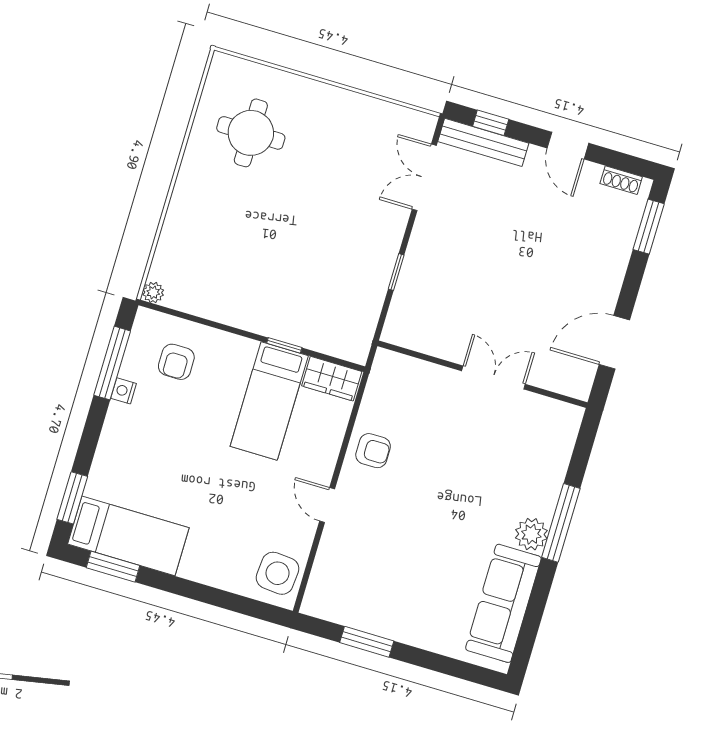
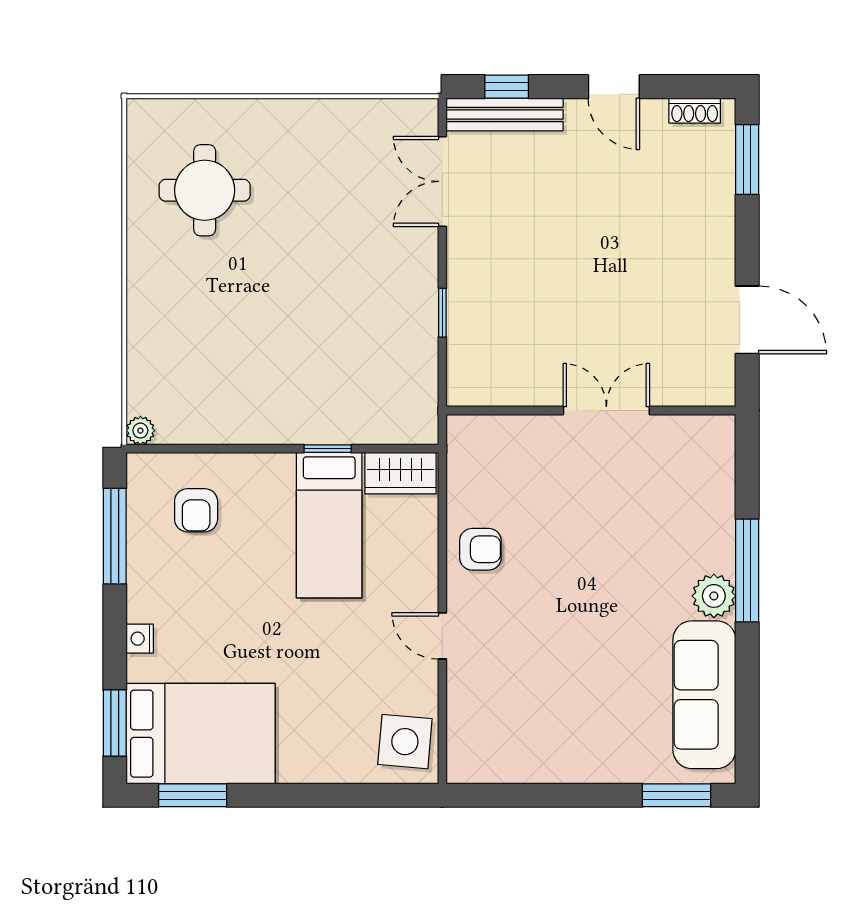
door: (614, 342) -> (747, 320), swing flipped
nightstand: (124, 391) -> (140, 639), moved
bed: (128, 536) -> (201, 734), width x1.50
window: (367, 642) -> (677, 795), moved

